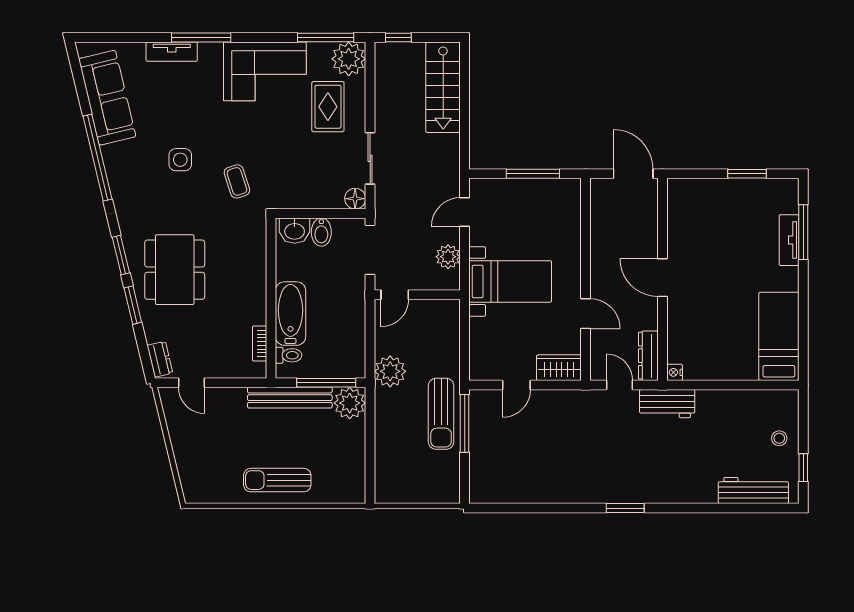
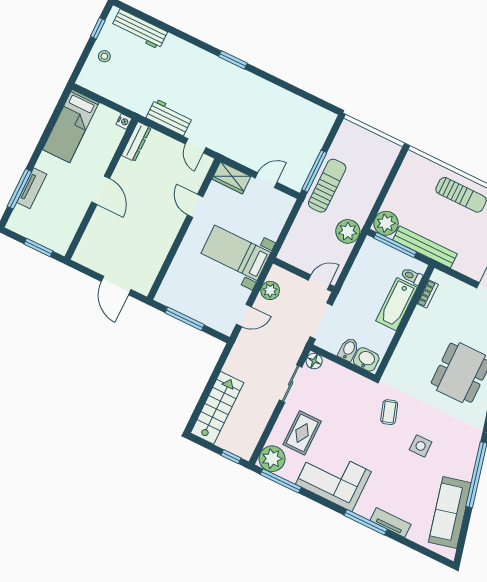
door: (662, 278) -> (101, 190), moved
wall: (662, 279) -> (101, 189), moved
dresser: (648, 356) -> (136, 142), moved
nightstand: (675, 372) -> (124, 121), moved

